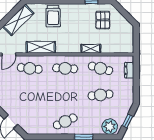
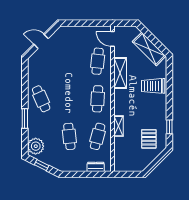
pallet: (103, 20) -> (149, 139), turned 90

